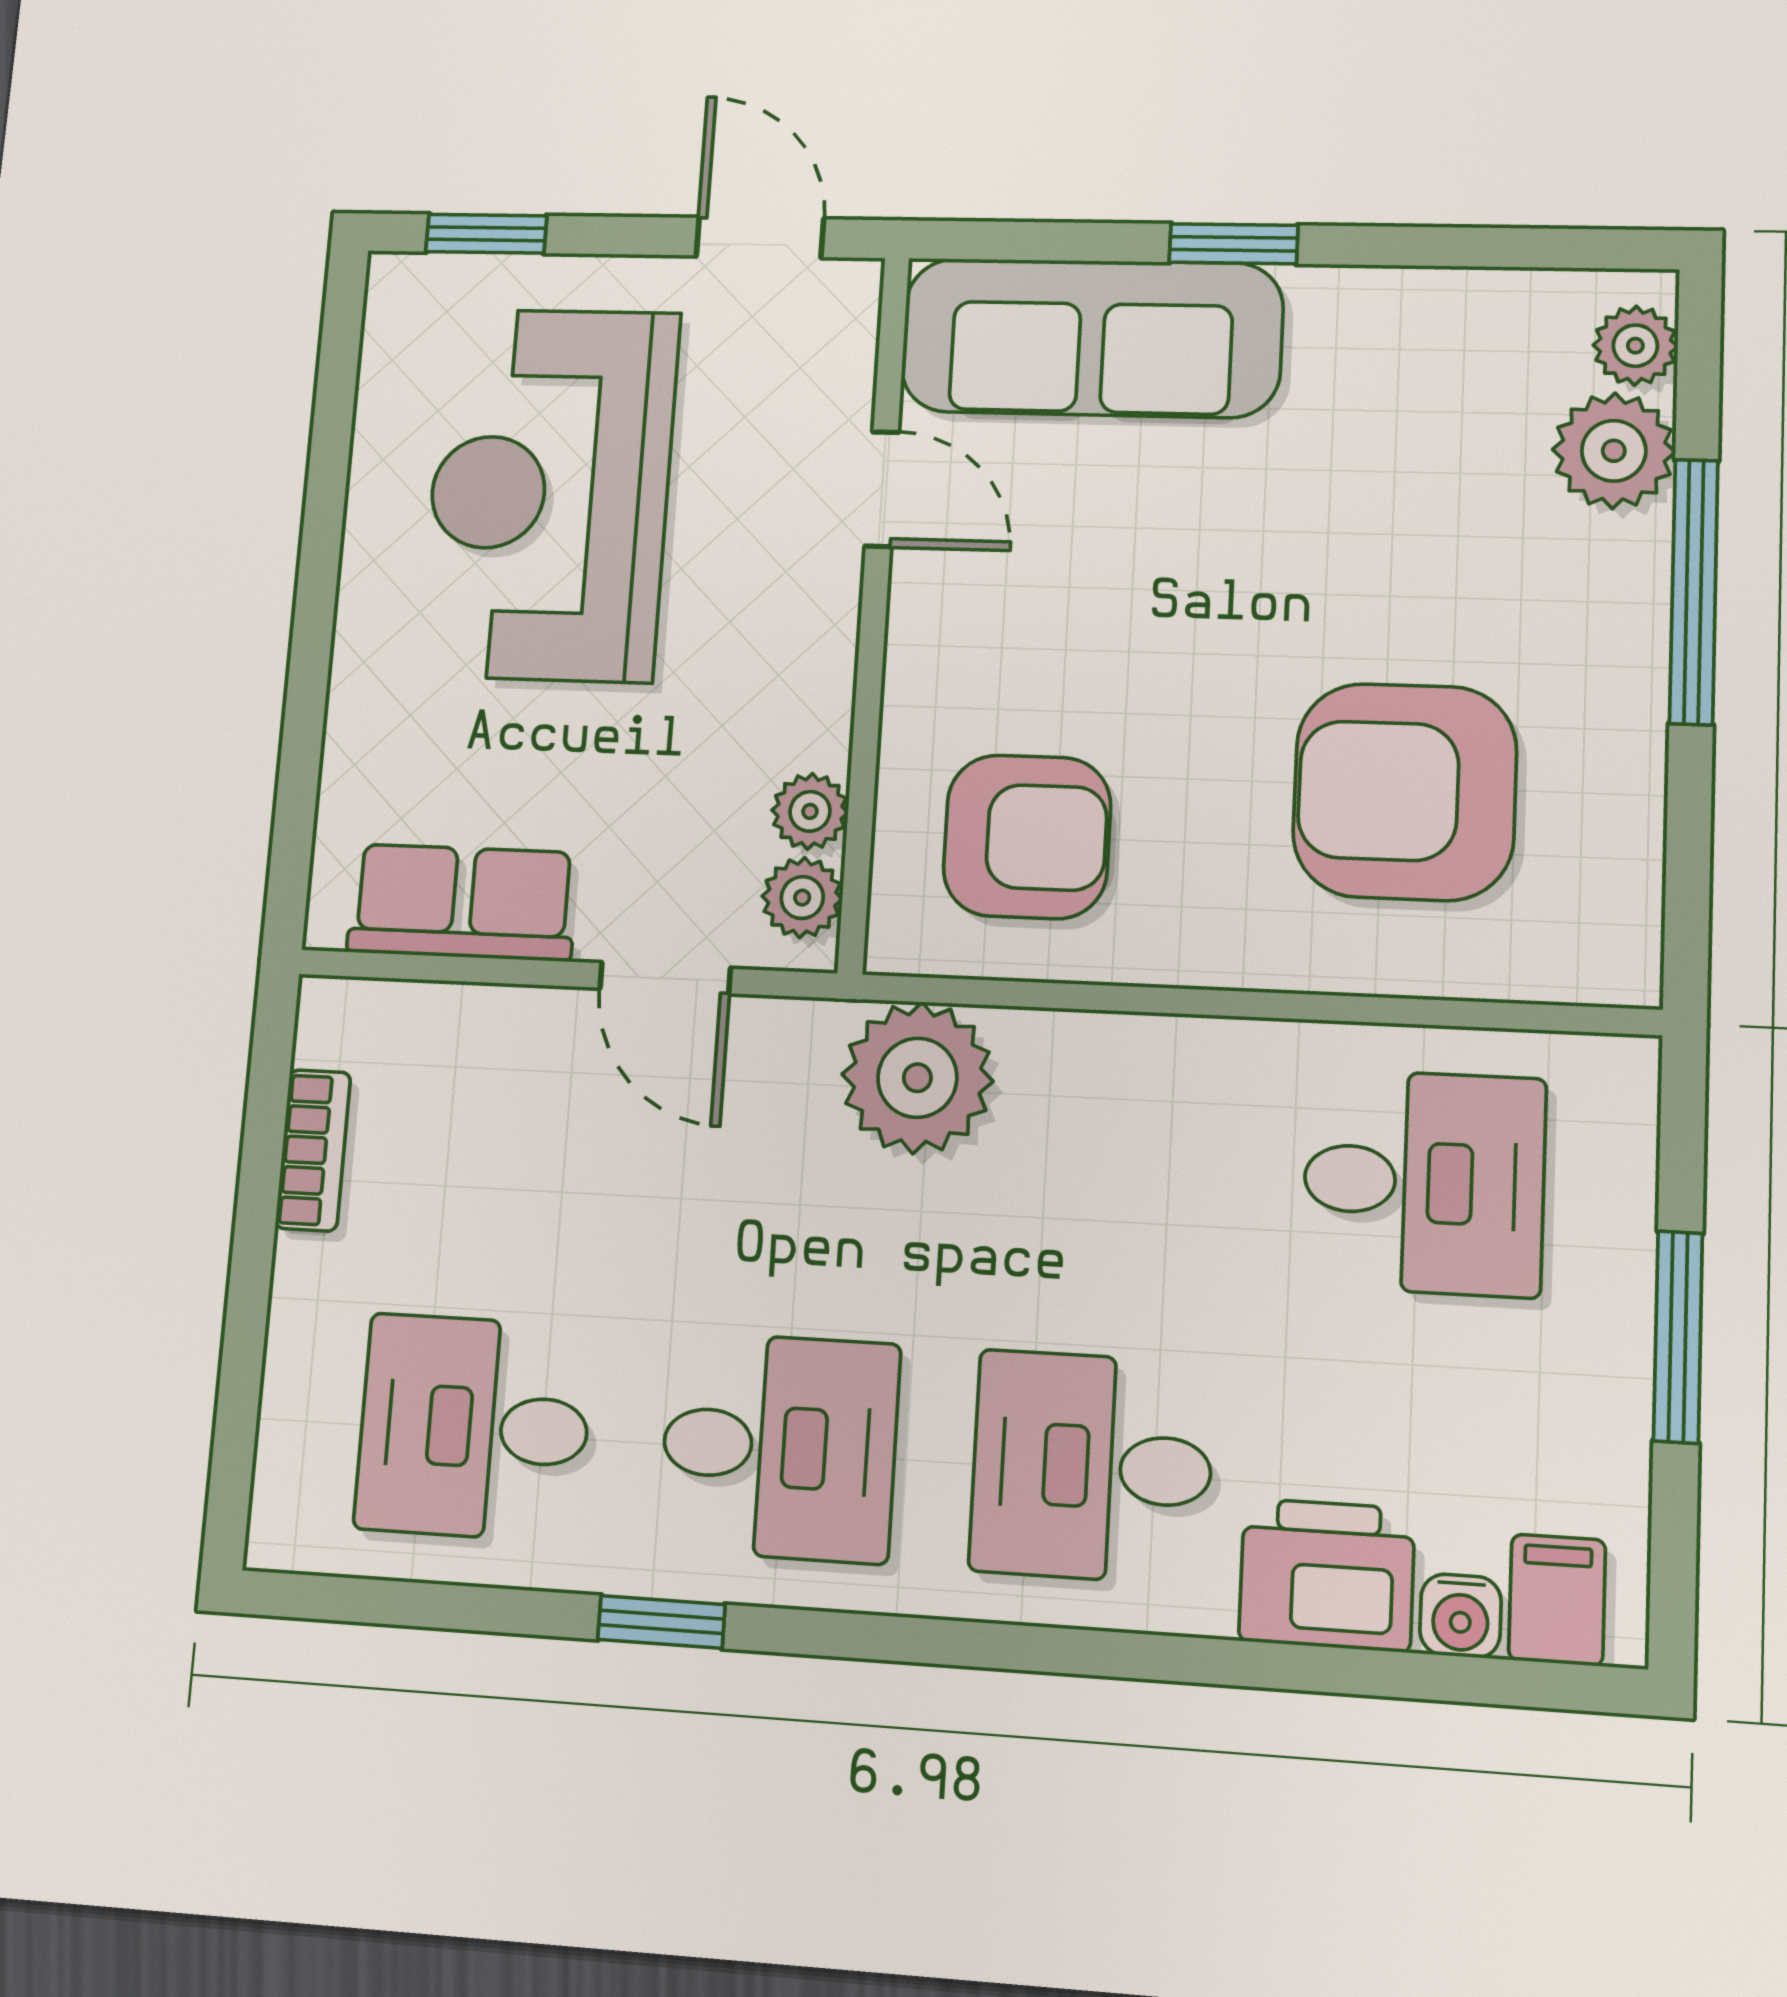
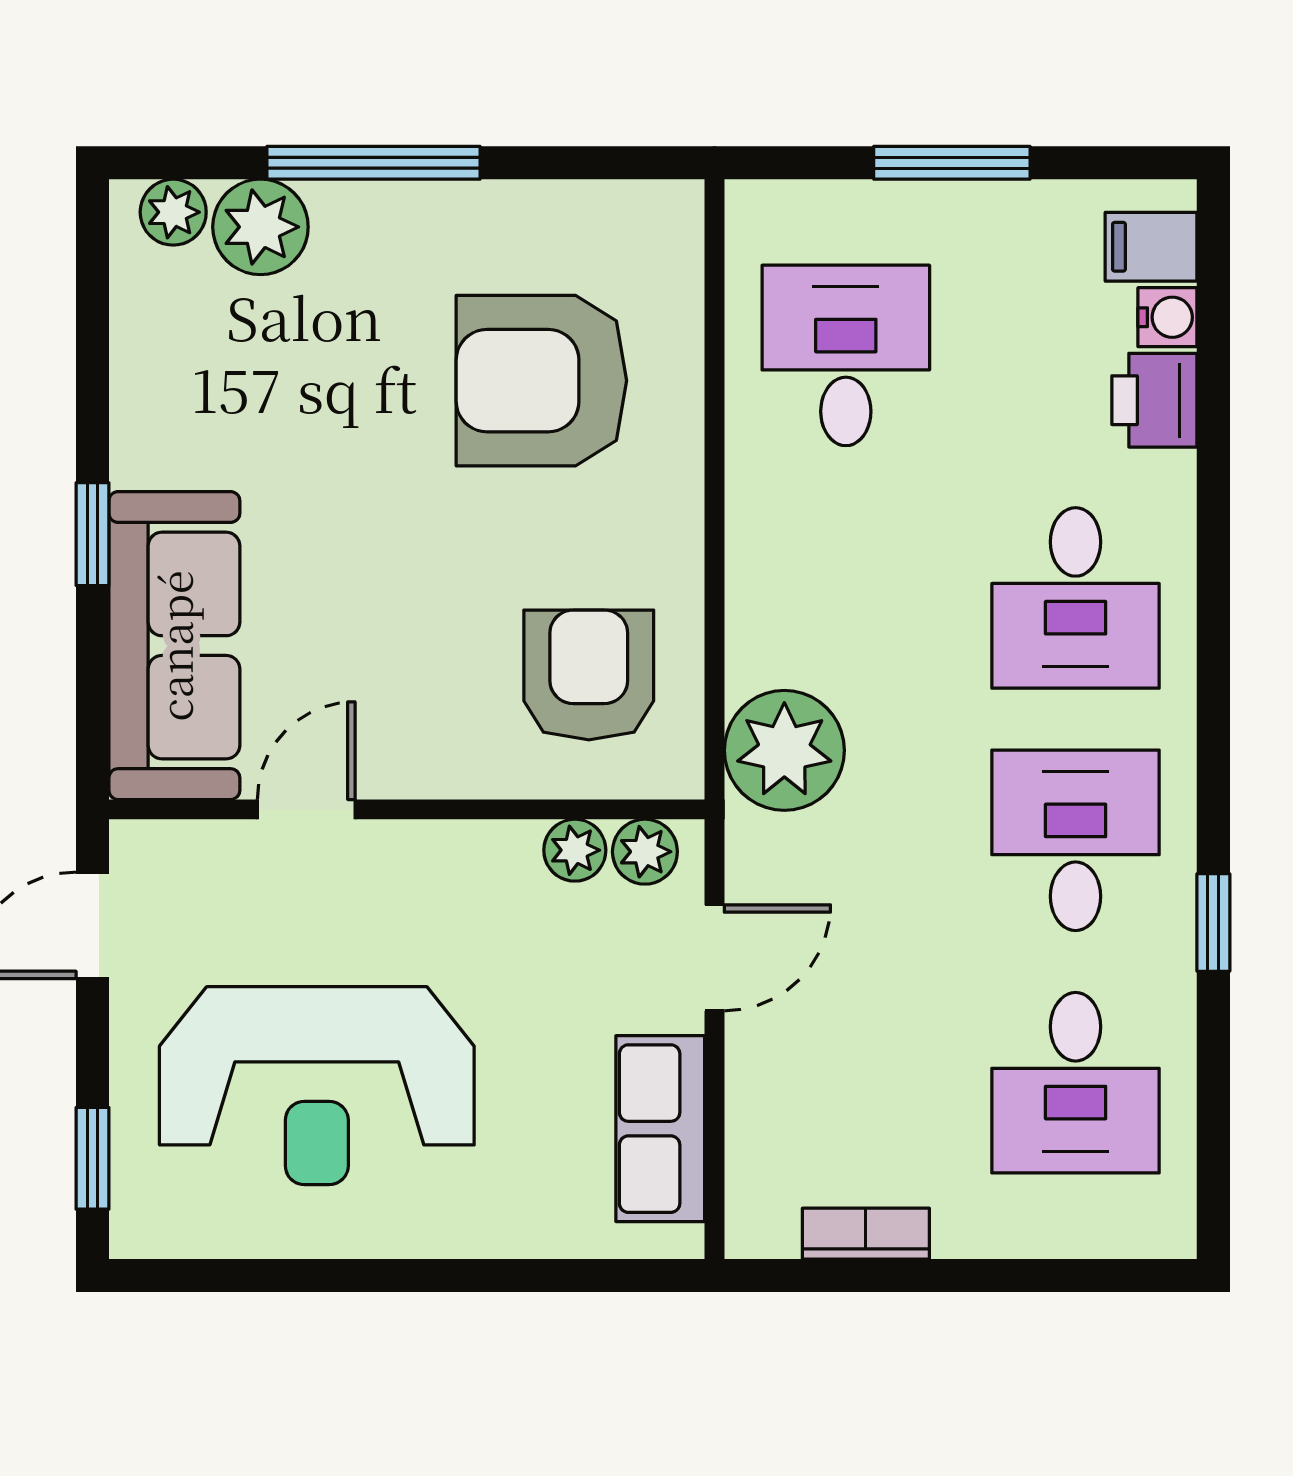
armchair: (1405, 792) -> (541, 381), turned 90
printer: (1327, 1575) -> (1154, 400), width x0.73, depth x0.81

